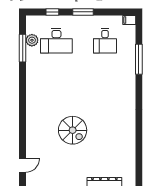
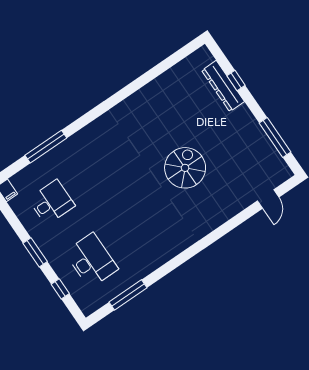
plant: (32, 40) -> (111, 290), removed
door: (23, 165) -> (268, 199), swing flipped

